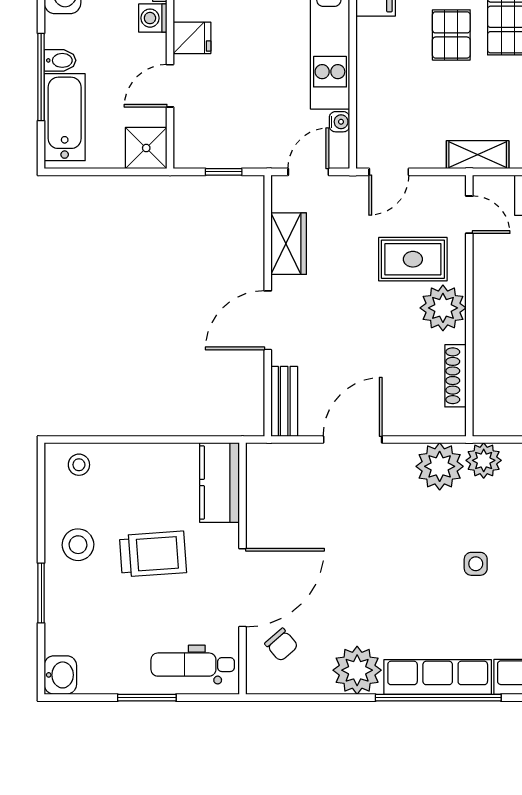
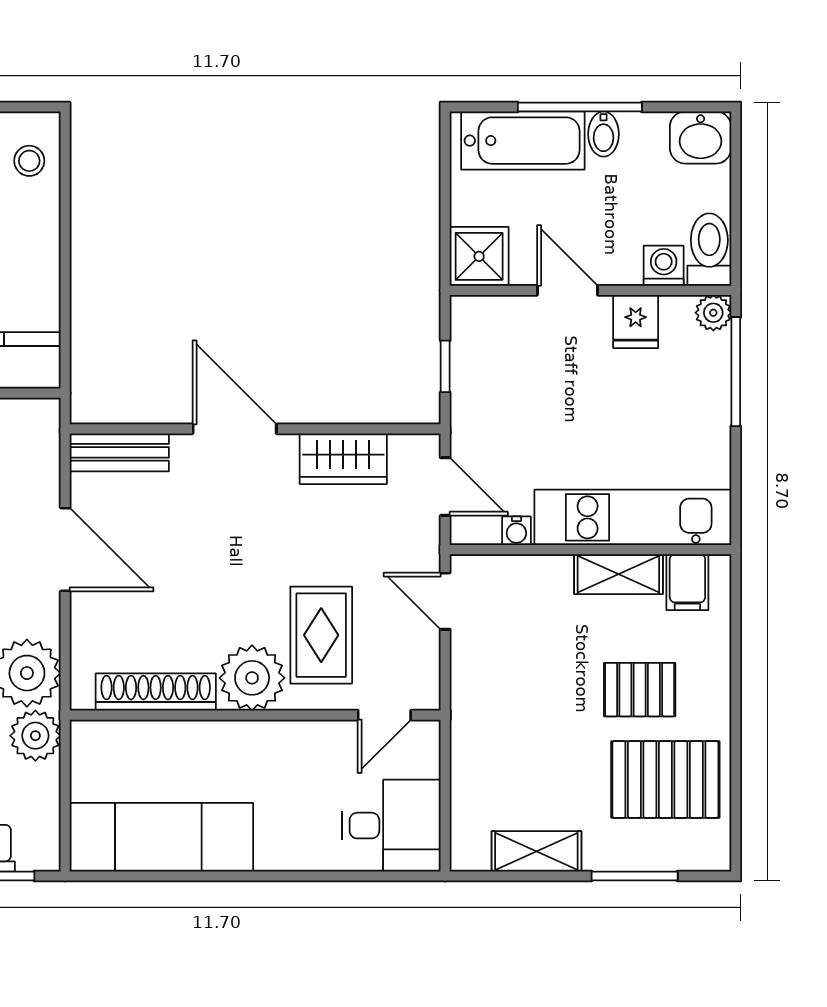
shelving: (478, 155) -> (618, 574), moved, turned 90
shoe rack: (455, 376) -> (156, 692), width x1.36, depth x1.24

